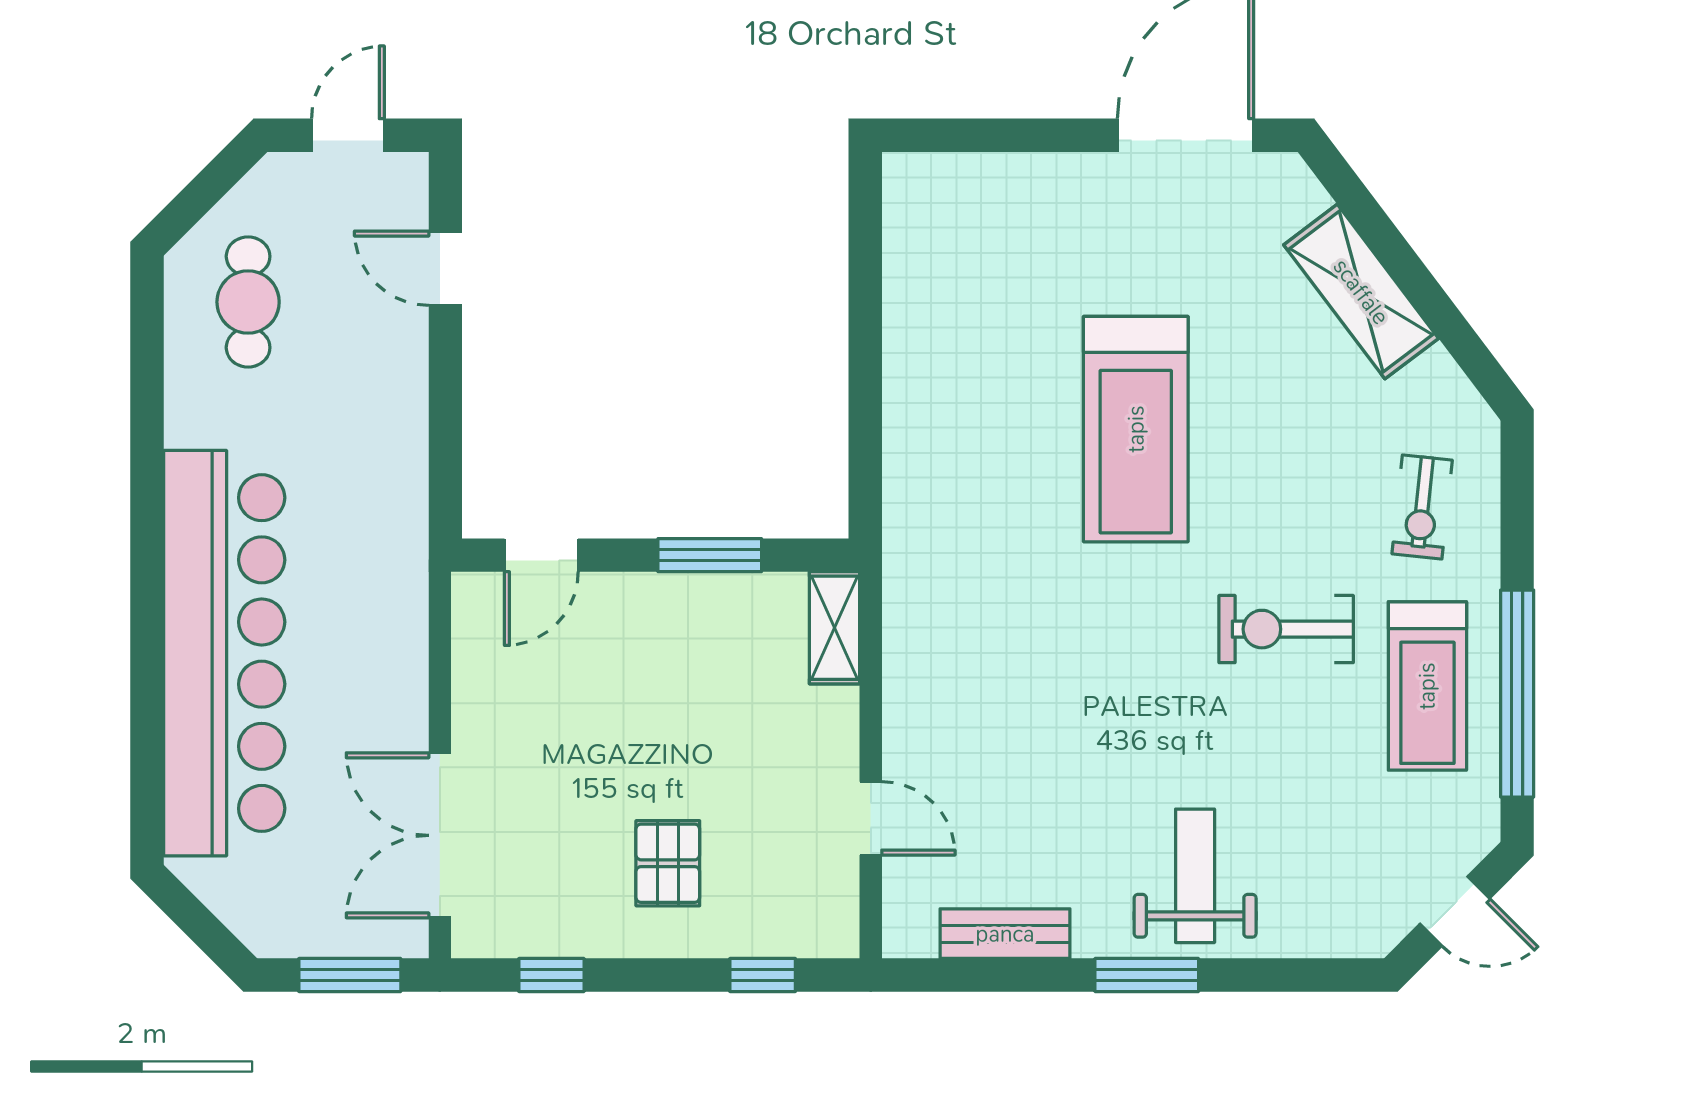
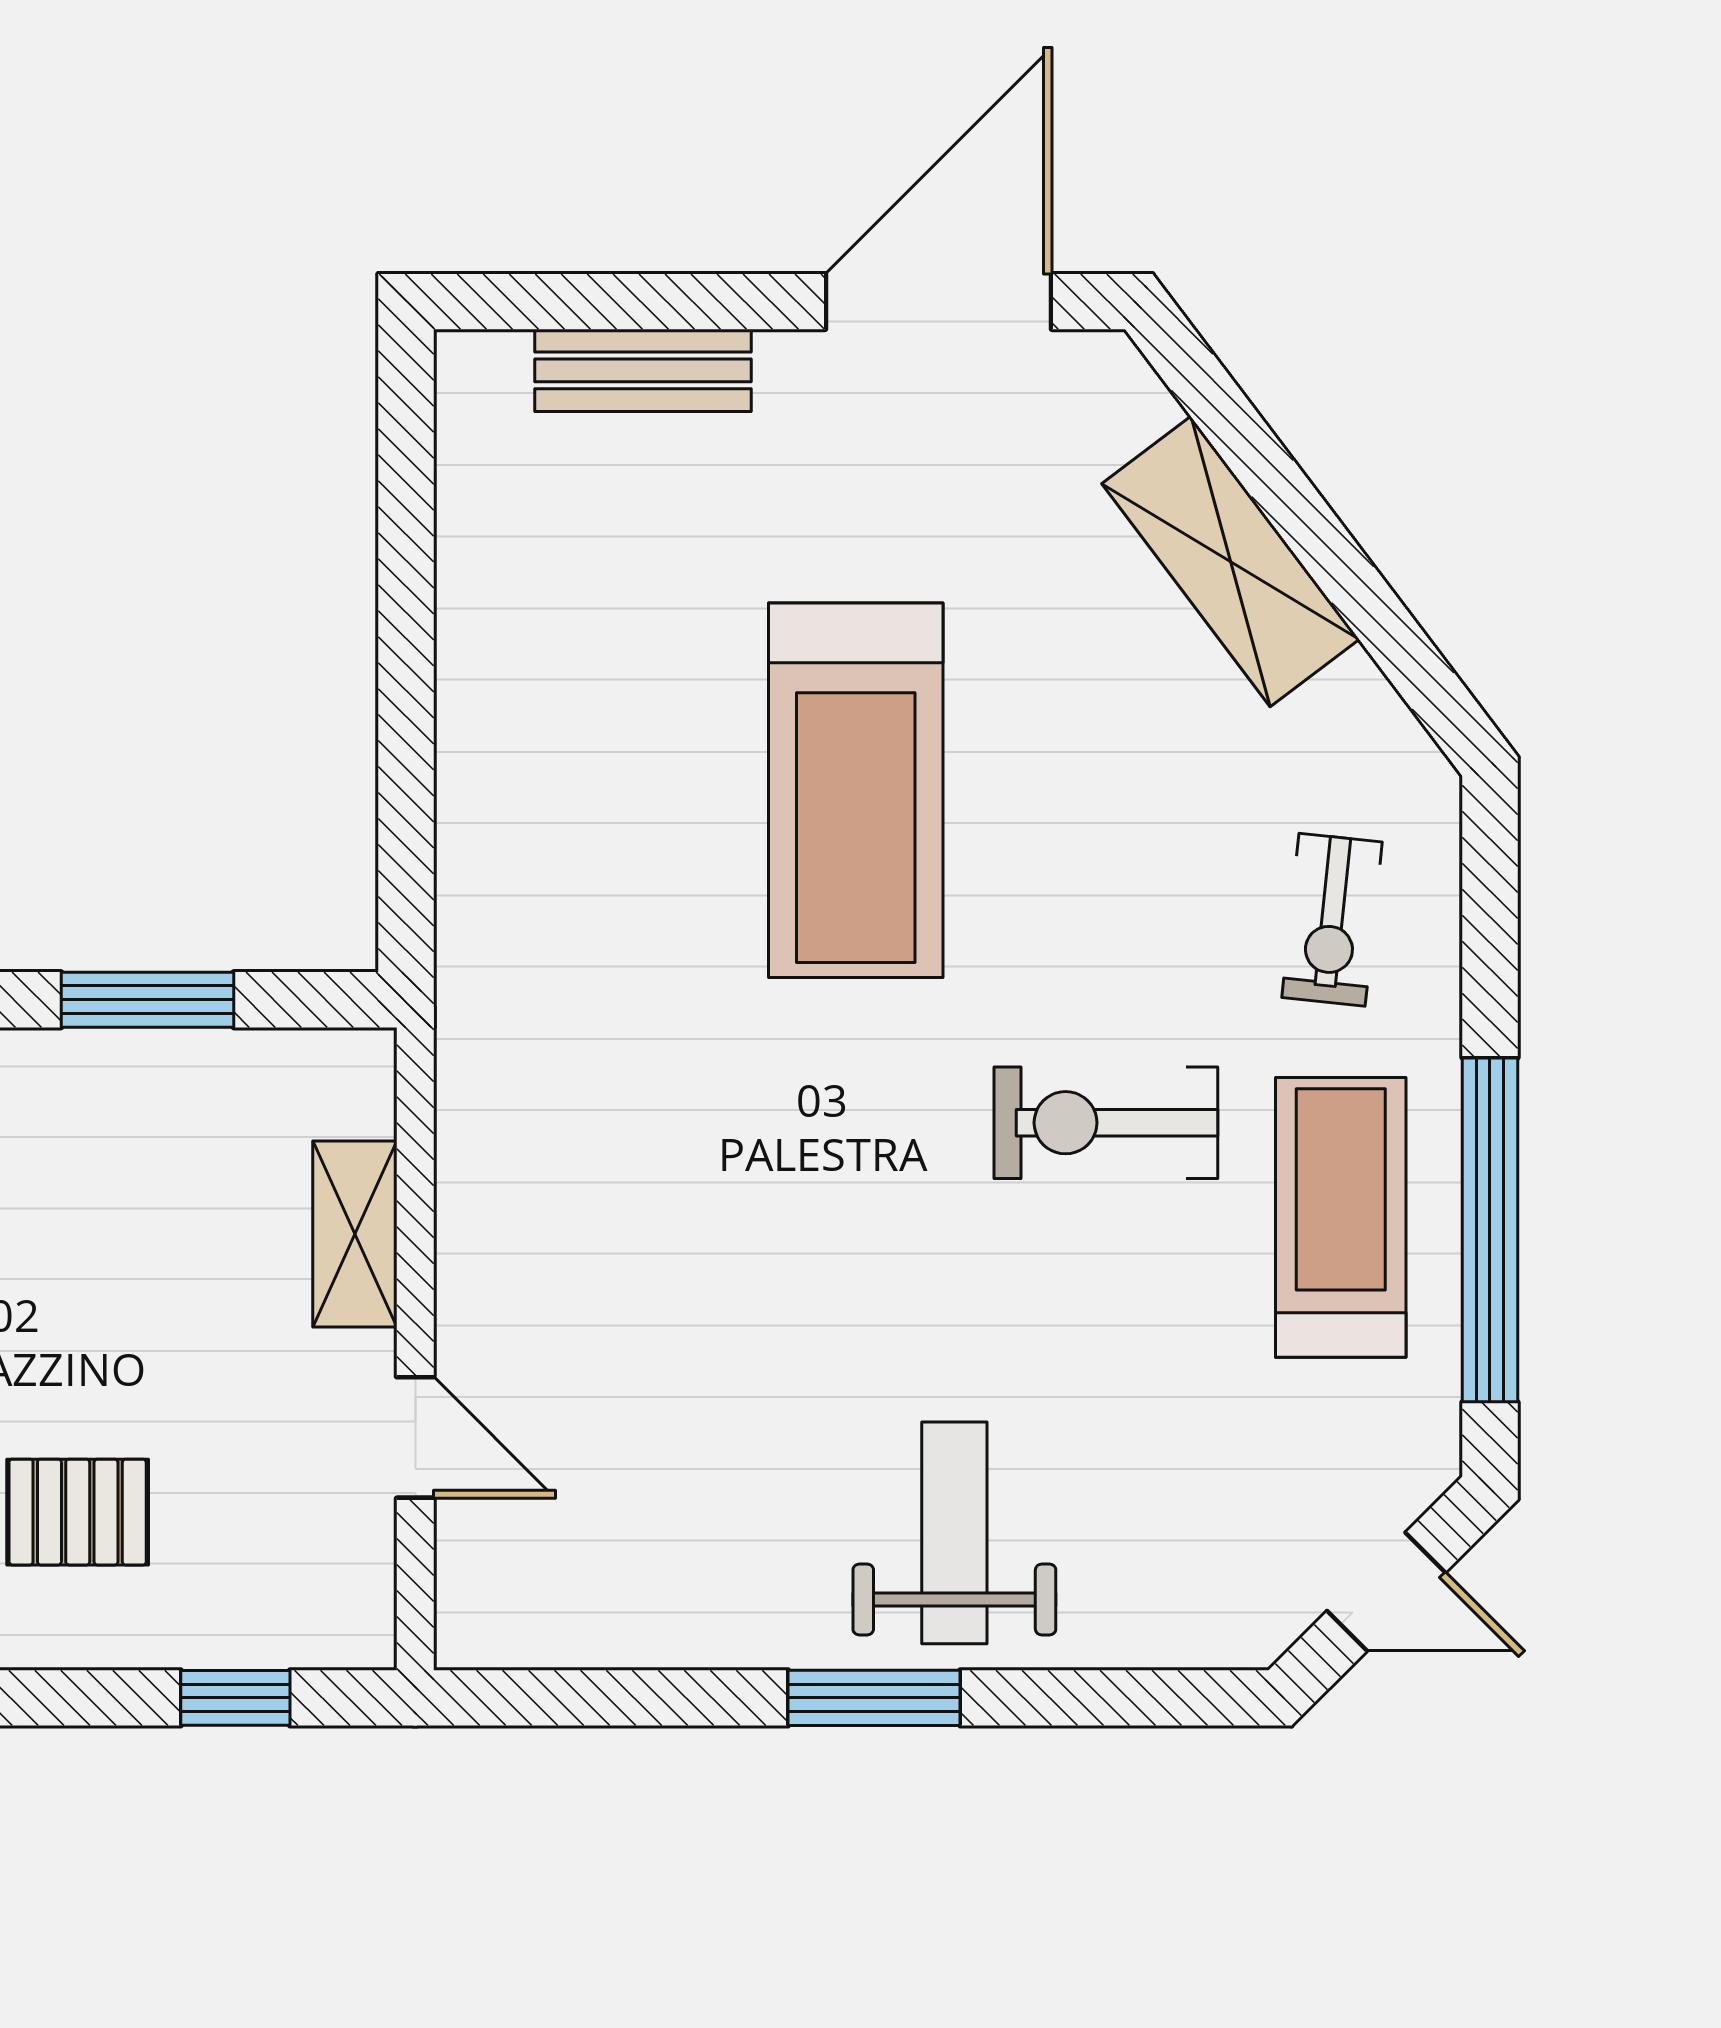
shelving: (834, 628) -> (355, 1234), moved
treadmill: (1427, 686) -> (1341, 1217), turned 180
pallet: (668, 863) -> (78, 1512), turned 90
bench: (1005, 934) -> (643, 370), moved

